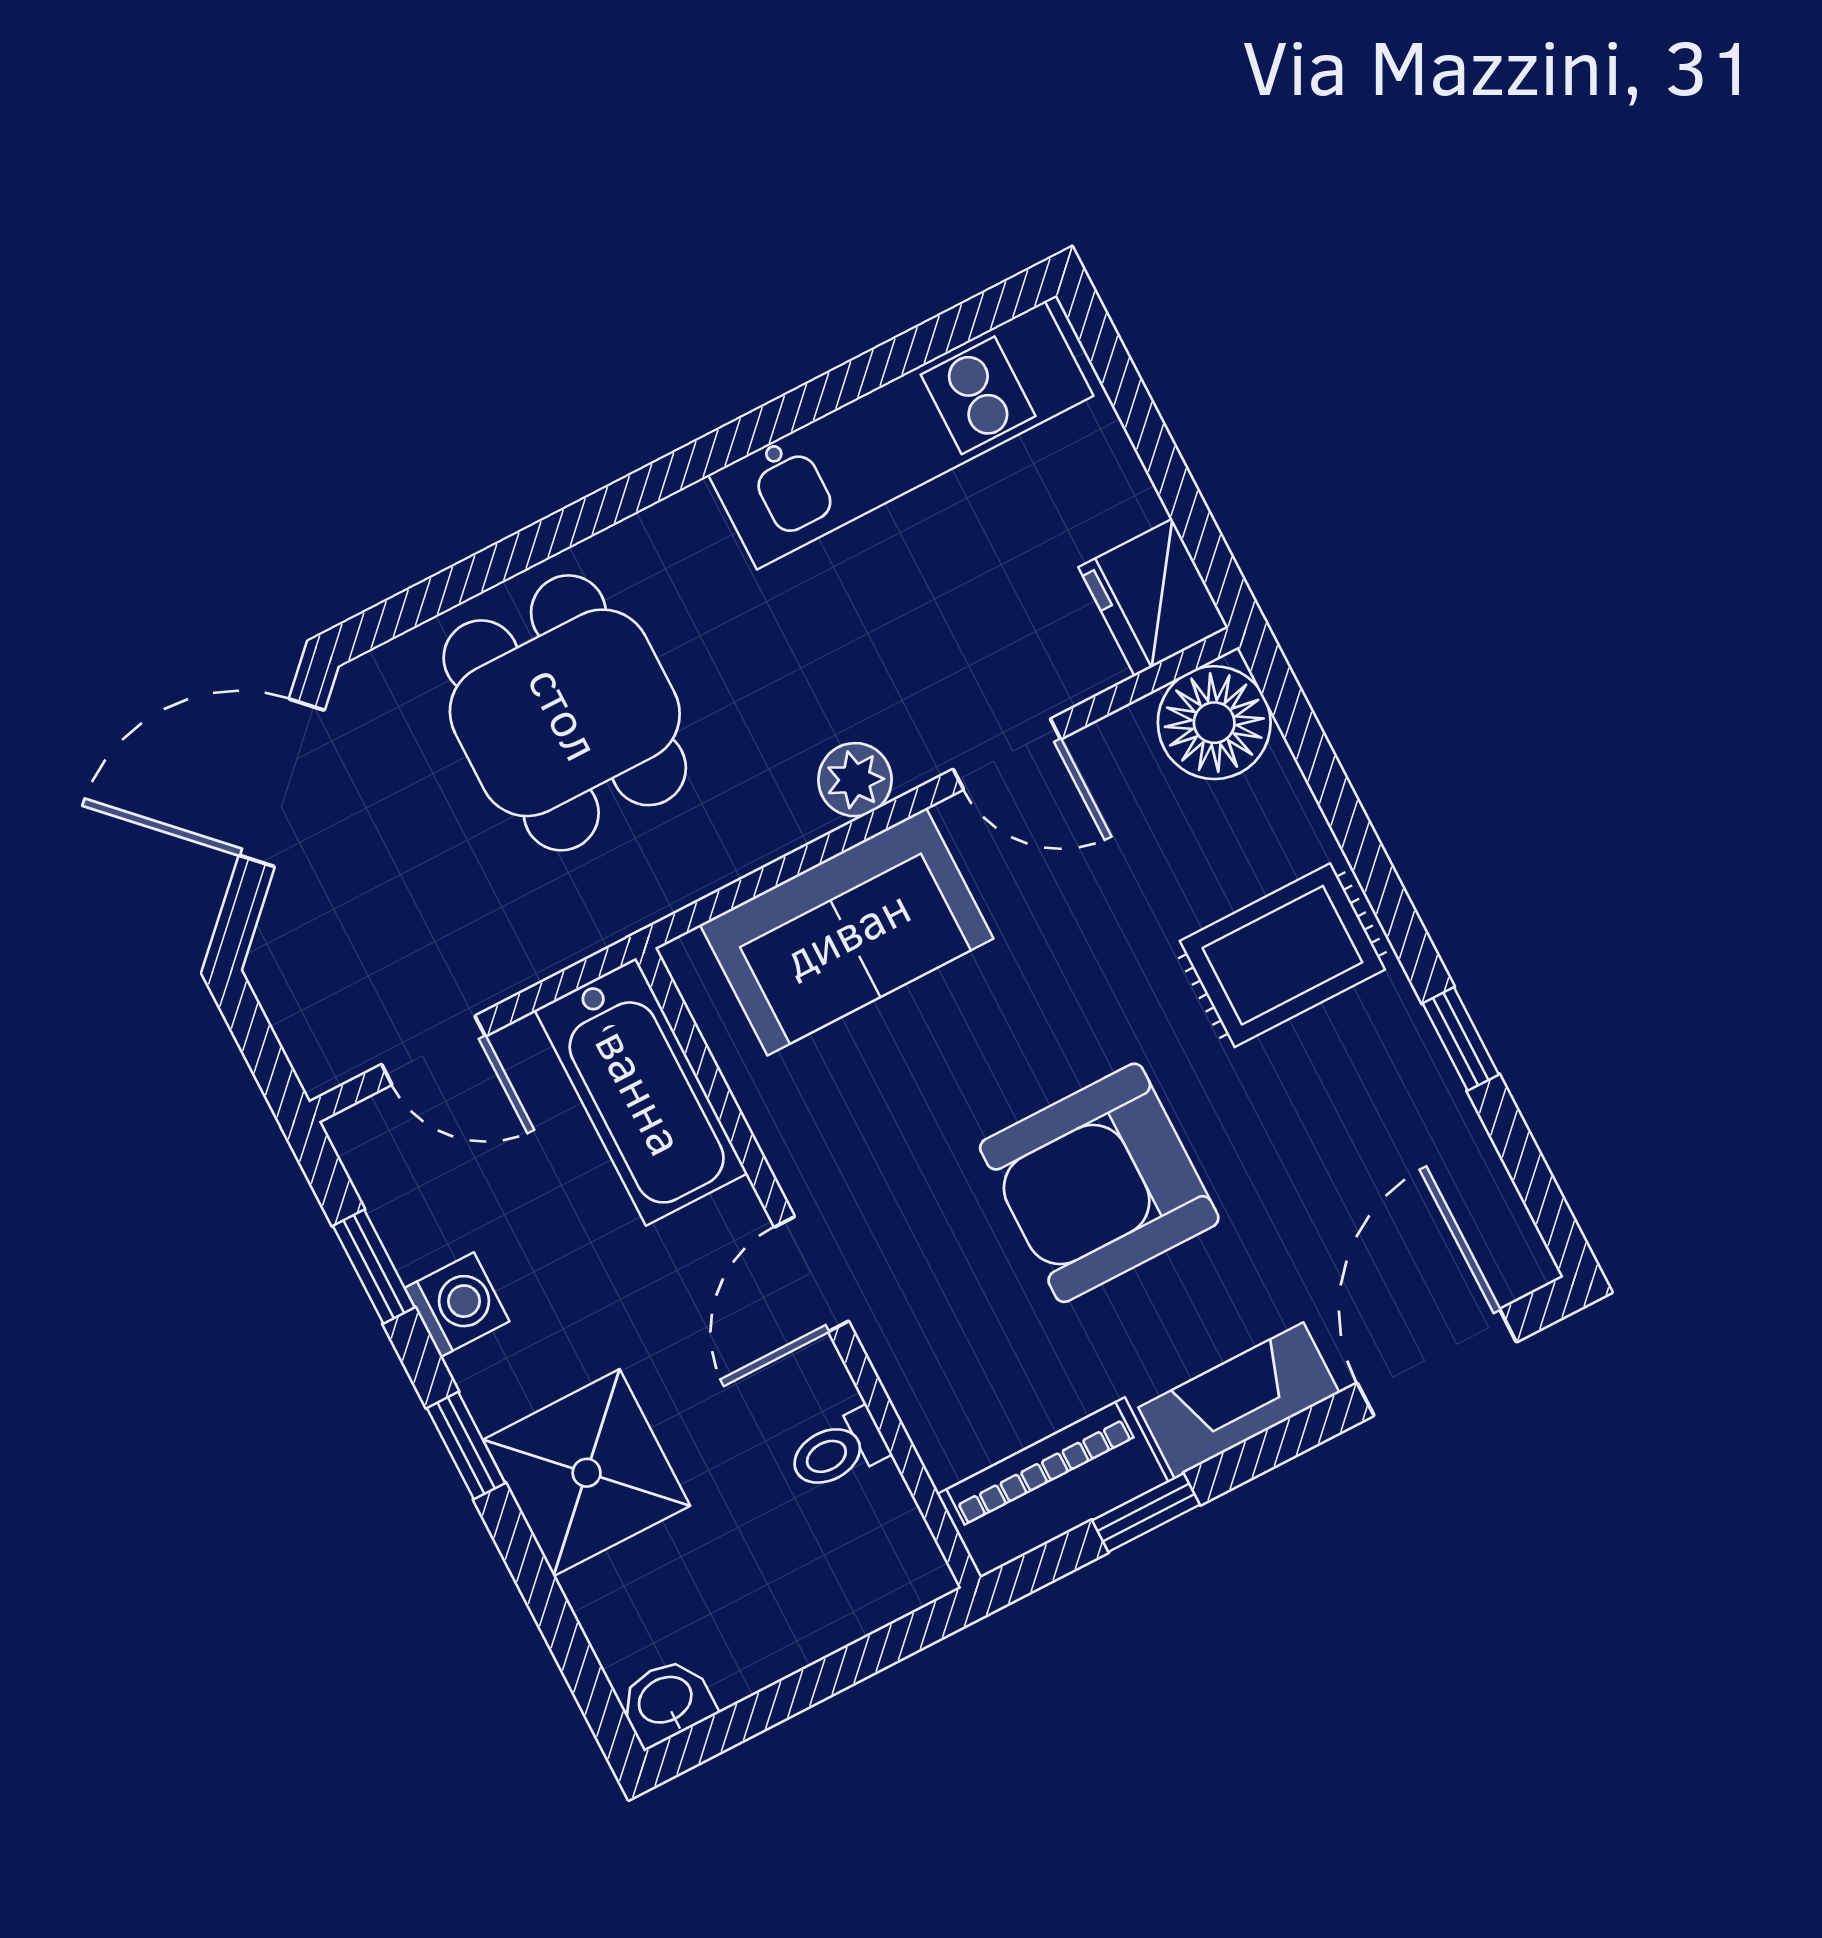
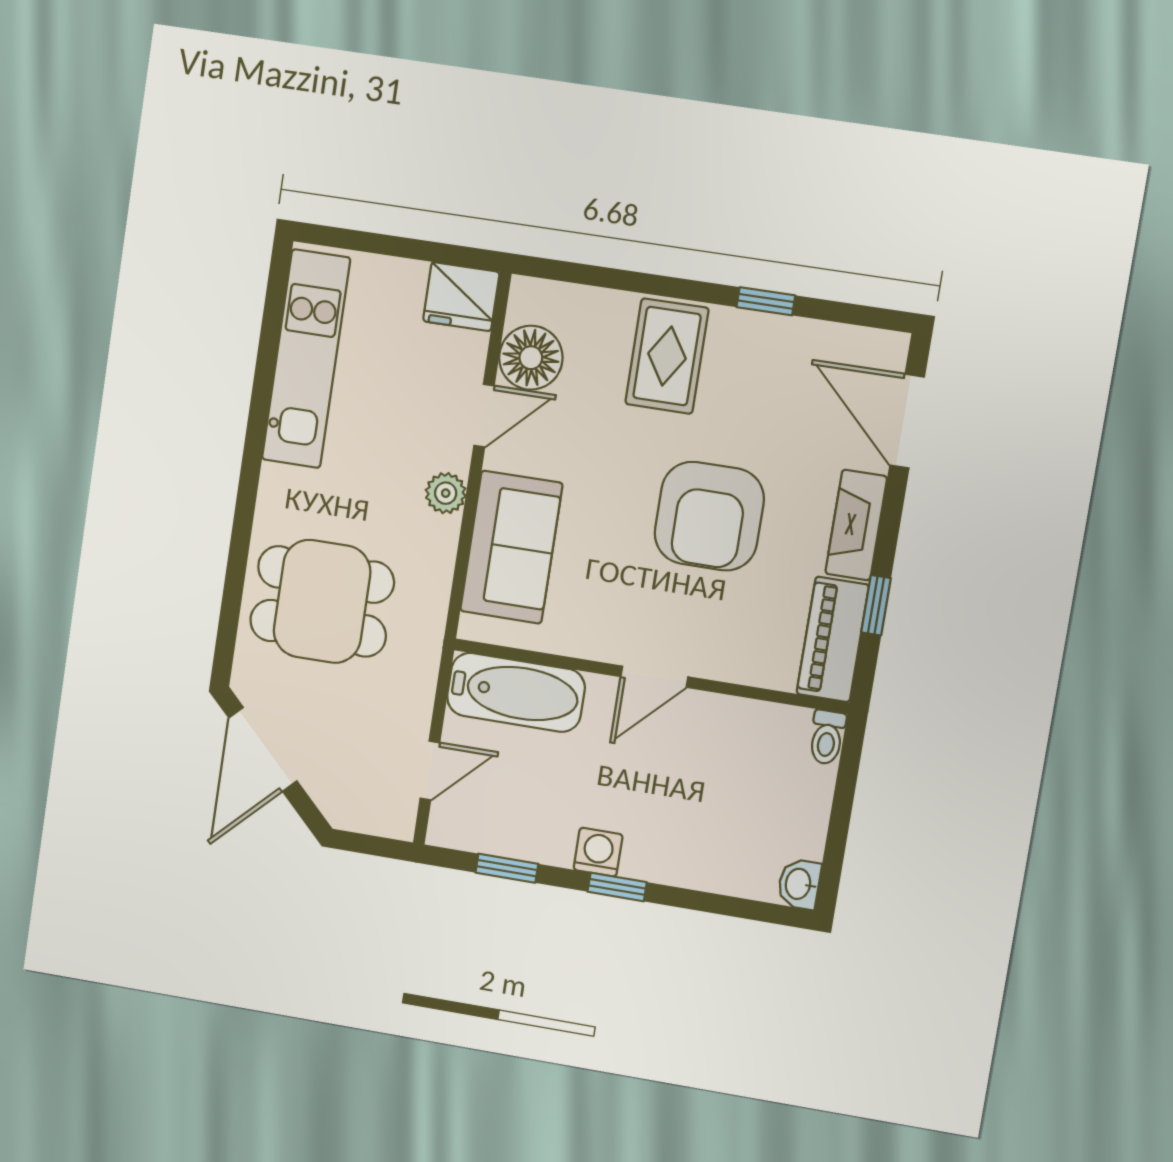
floor lamp: (1214, 723) -> (531, 358), moved
door: (811, 1274) -> (654, 677), hinge flipped
washing machine: (457, 1305) -> (598, 852), moved
toilet: (838, 1450) -> (827, 737), moved
shower: (587, 1473) -> (669, 843), removed

